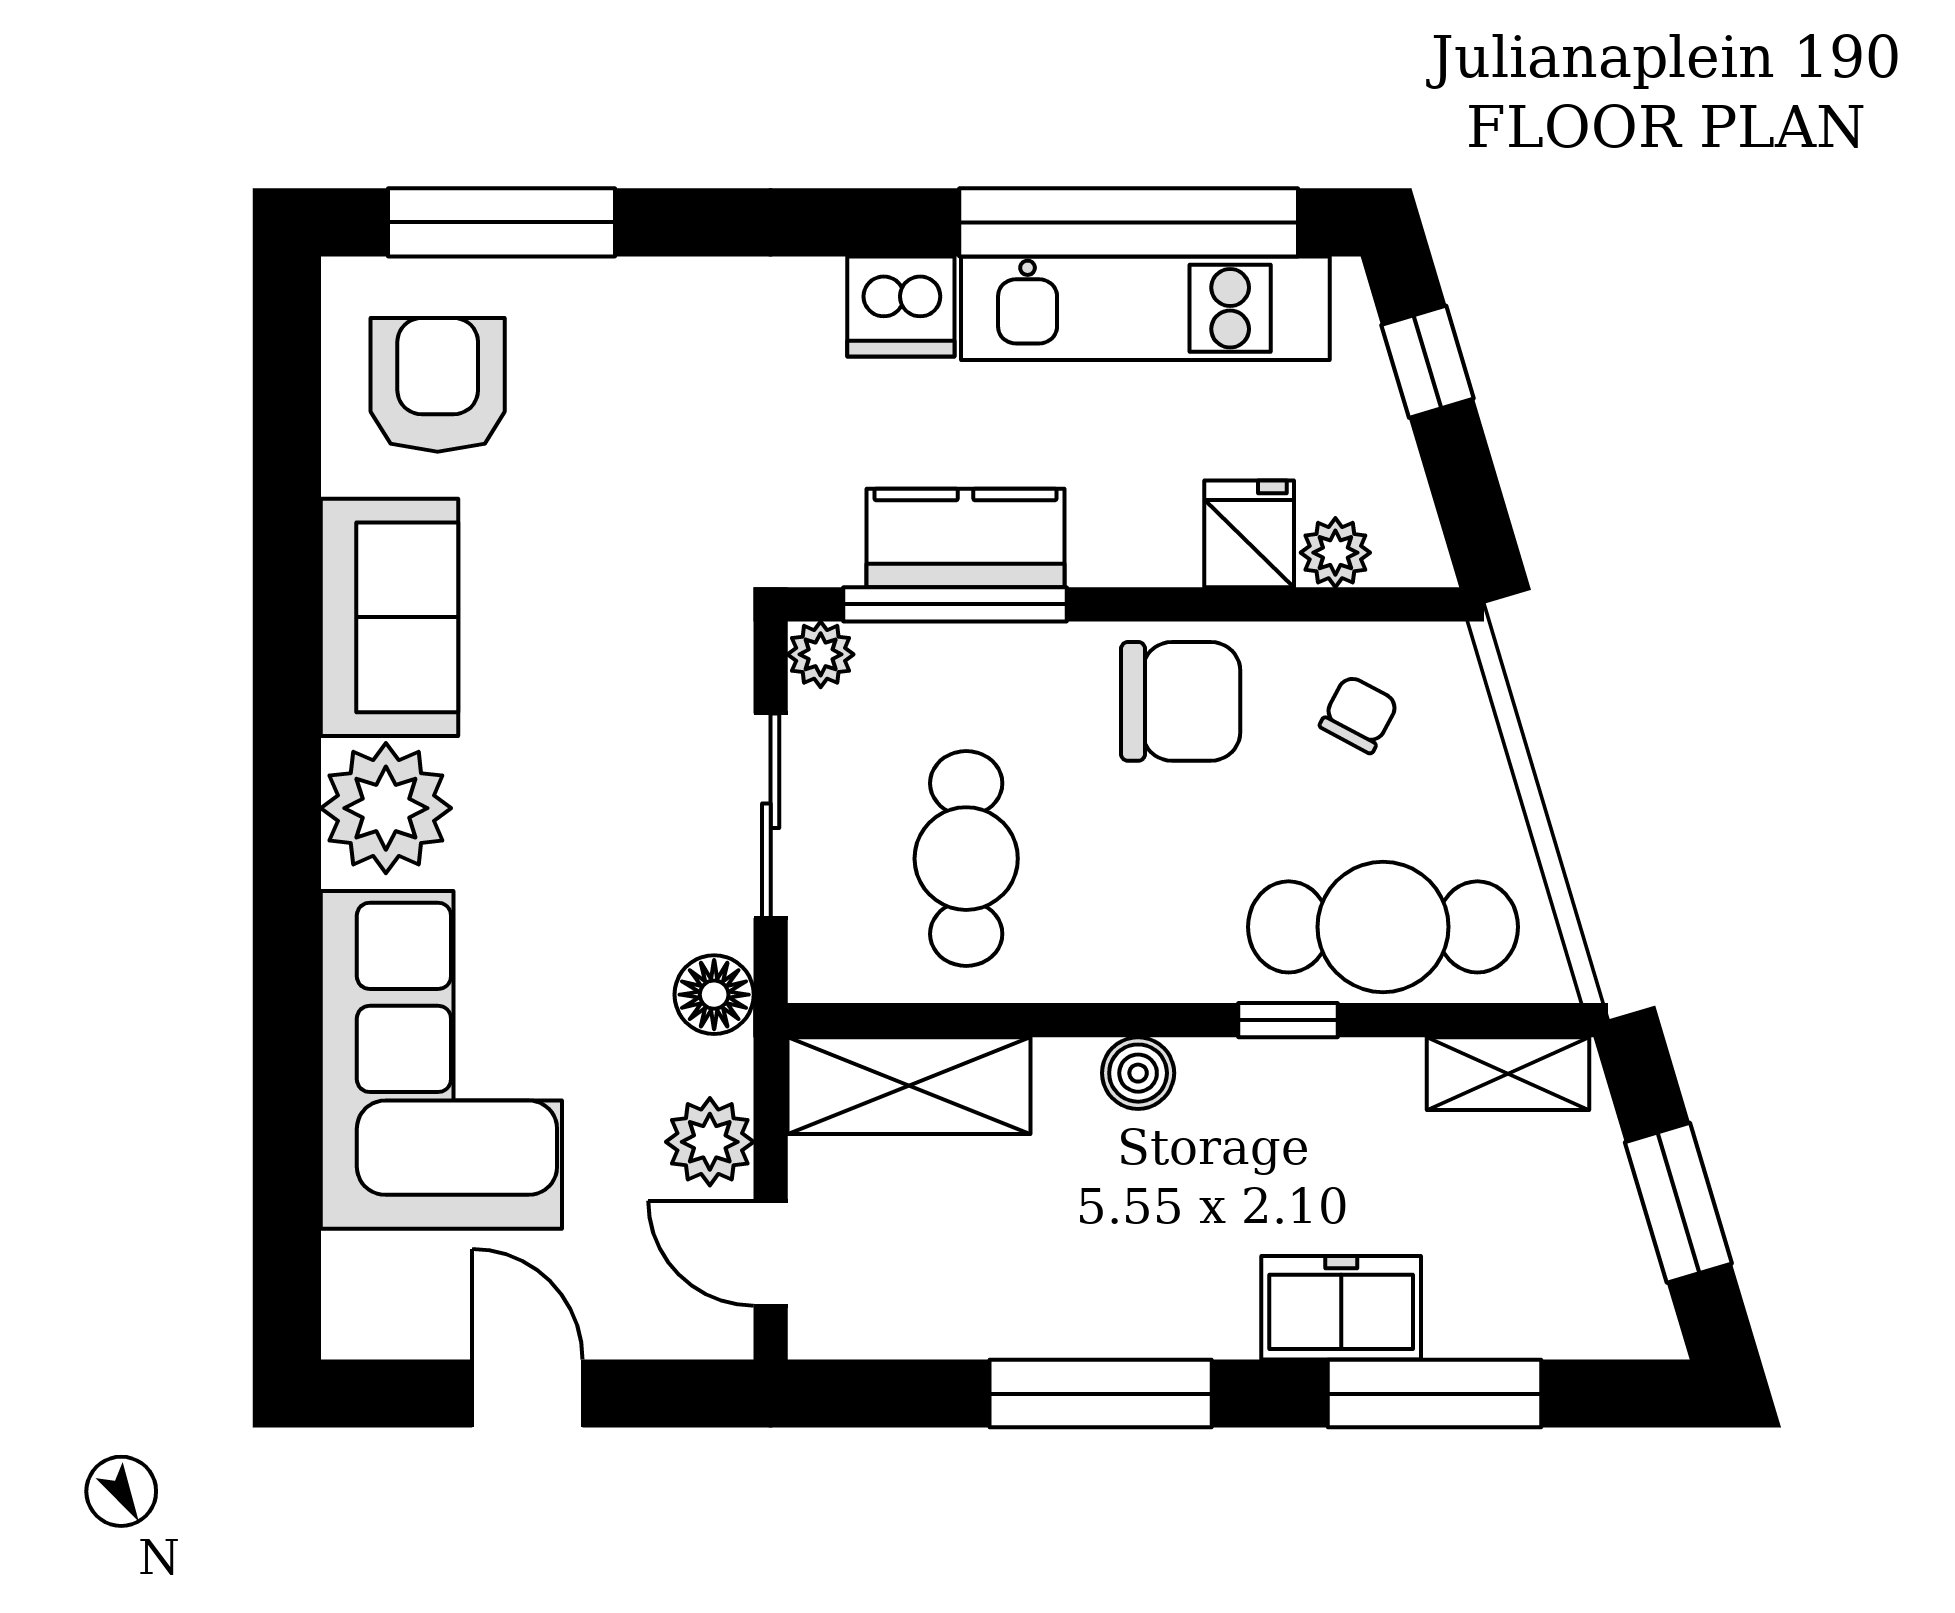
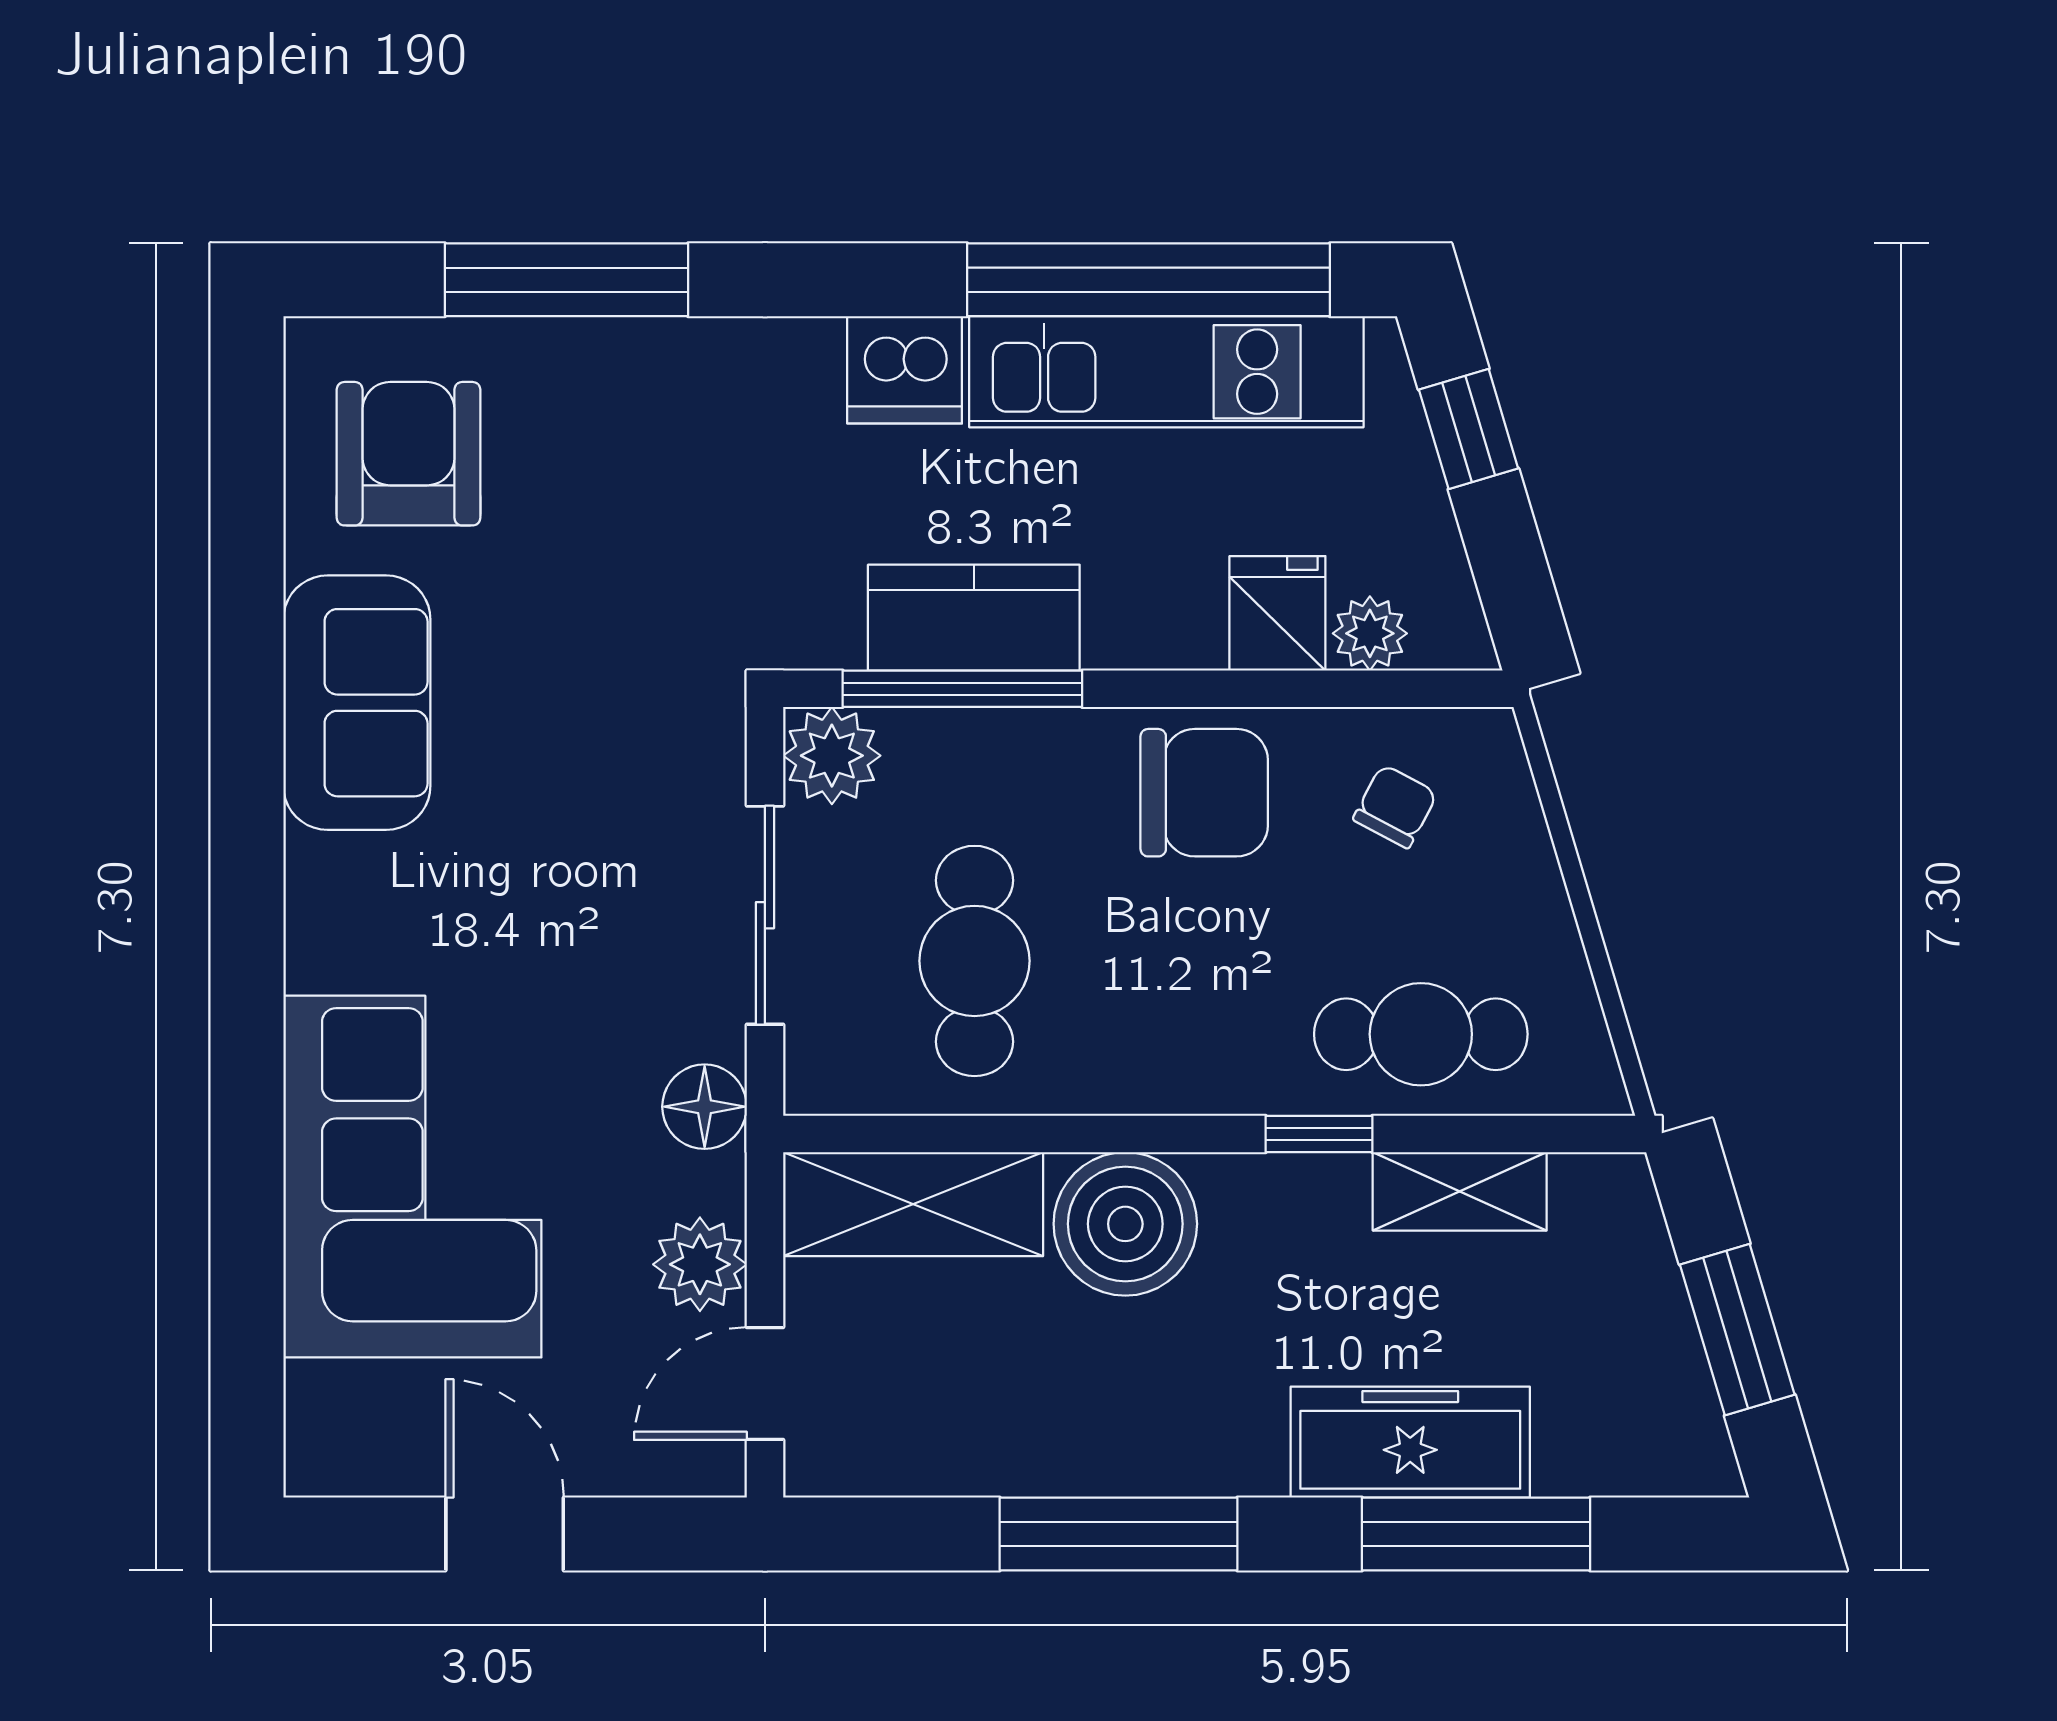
window: (501, 222) -> (566, 280), moved
plant: (821, 654) -> (832, 756), width x1.38, depth x1.38
plant: (386, 808) -> (353, 907), removed
cafe table: (1383, 927) -> (1421, 1034), width x0.73, depth x0.74
boiler: (1138, 1073) -> (1125, 1224), width x1.86, depth x1.86
shelving: (1508, 1074) -> (1460, 1191), moved
door: (771, 1253) -> (765, 1384), hinge flipped
freezer: (1341, 1308) -> (1410, 1442), width x1.40

